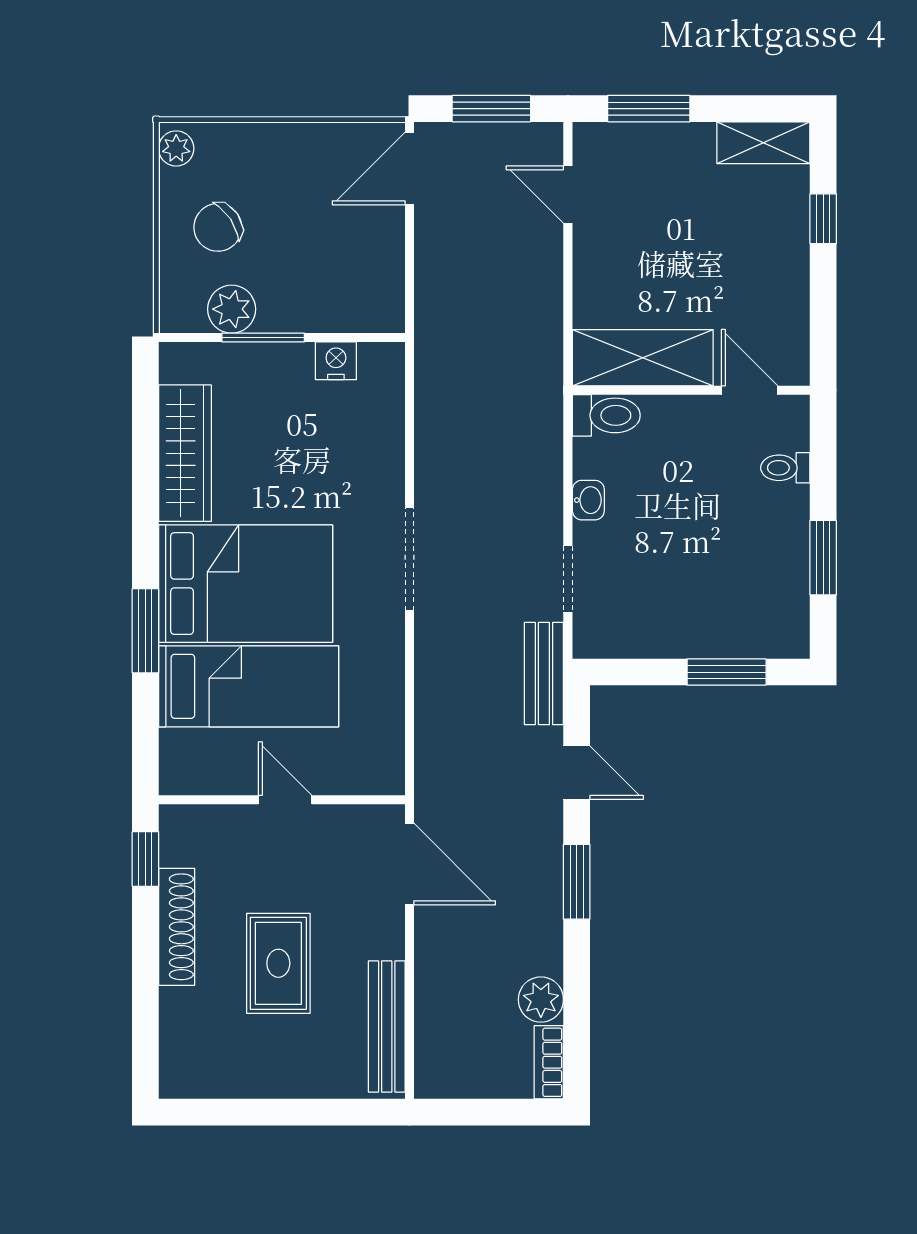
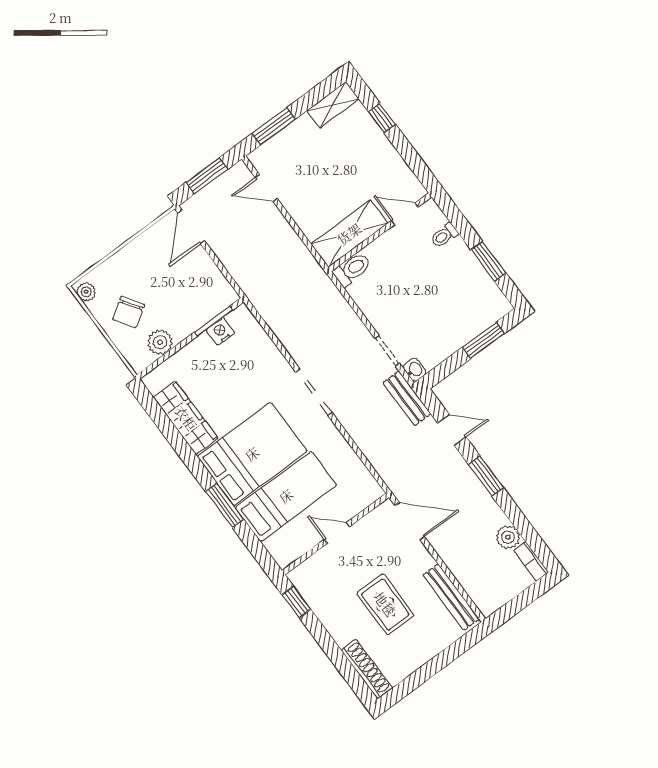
window: (263, 338) -> (214, 321), moved
washbasin: (588, 500) -> (415, 370), moved
shoe rack: (177, 927) -> (367, 669), moved

